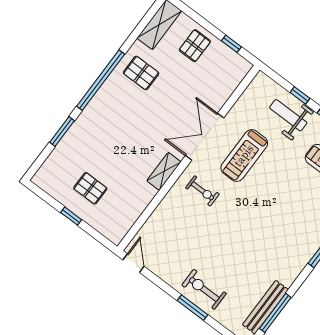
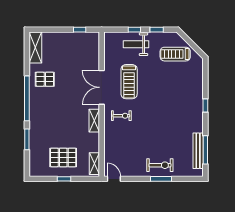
pallet: (195, 46) -> (62, 45), removed
pallet: (90, 188) -> (63, 157), width x1.50, depth x1.42
shelving: (124, 225) -> (94, 164), added
exercise bike: (204, 289) -> (160, 165), turned 180

